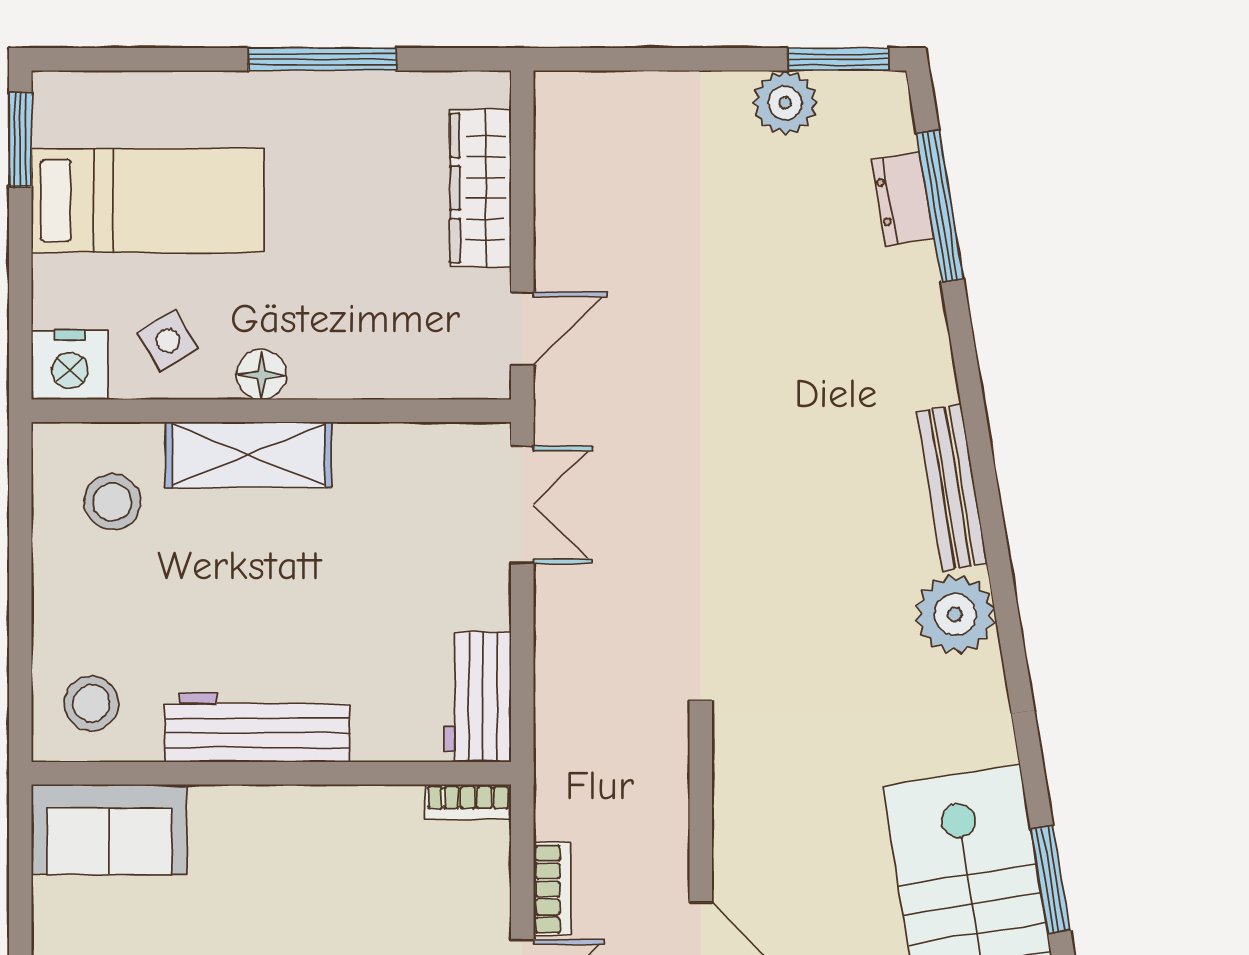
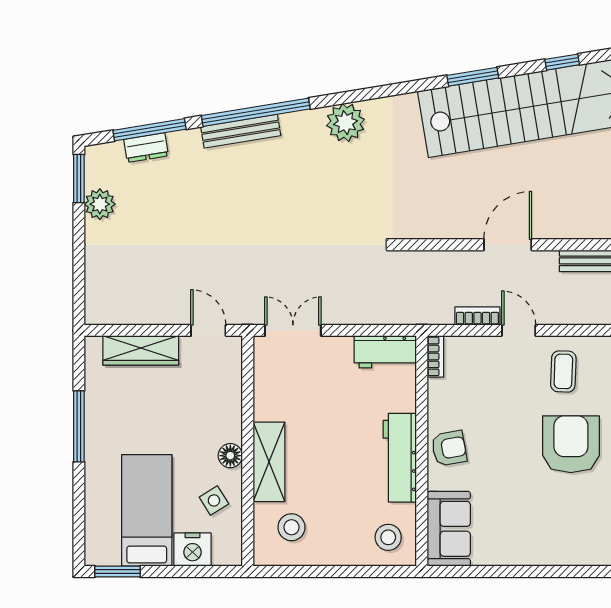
nightstand: (70, 365) -> (192, 550), moved, turned 90
window: (976, 427) -> (256, 112), added
bench: (952, 488) -> (241, 131), moved
armchair: (277, 830) -> (449, 448), added

